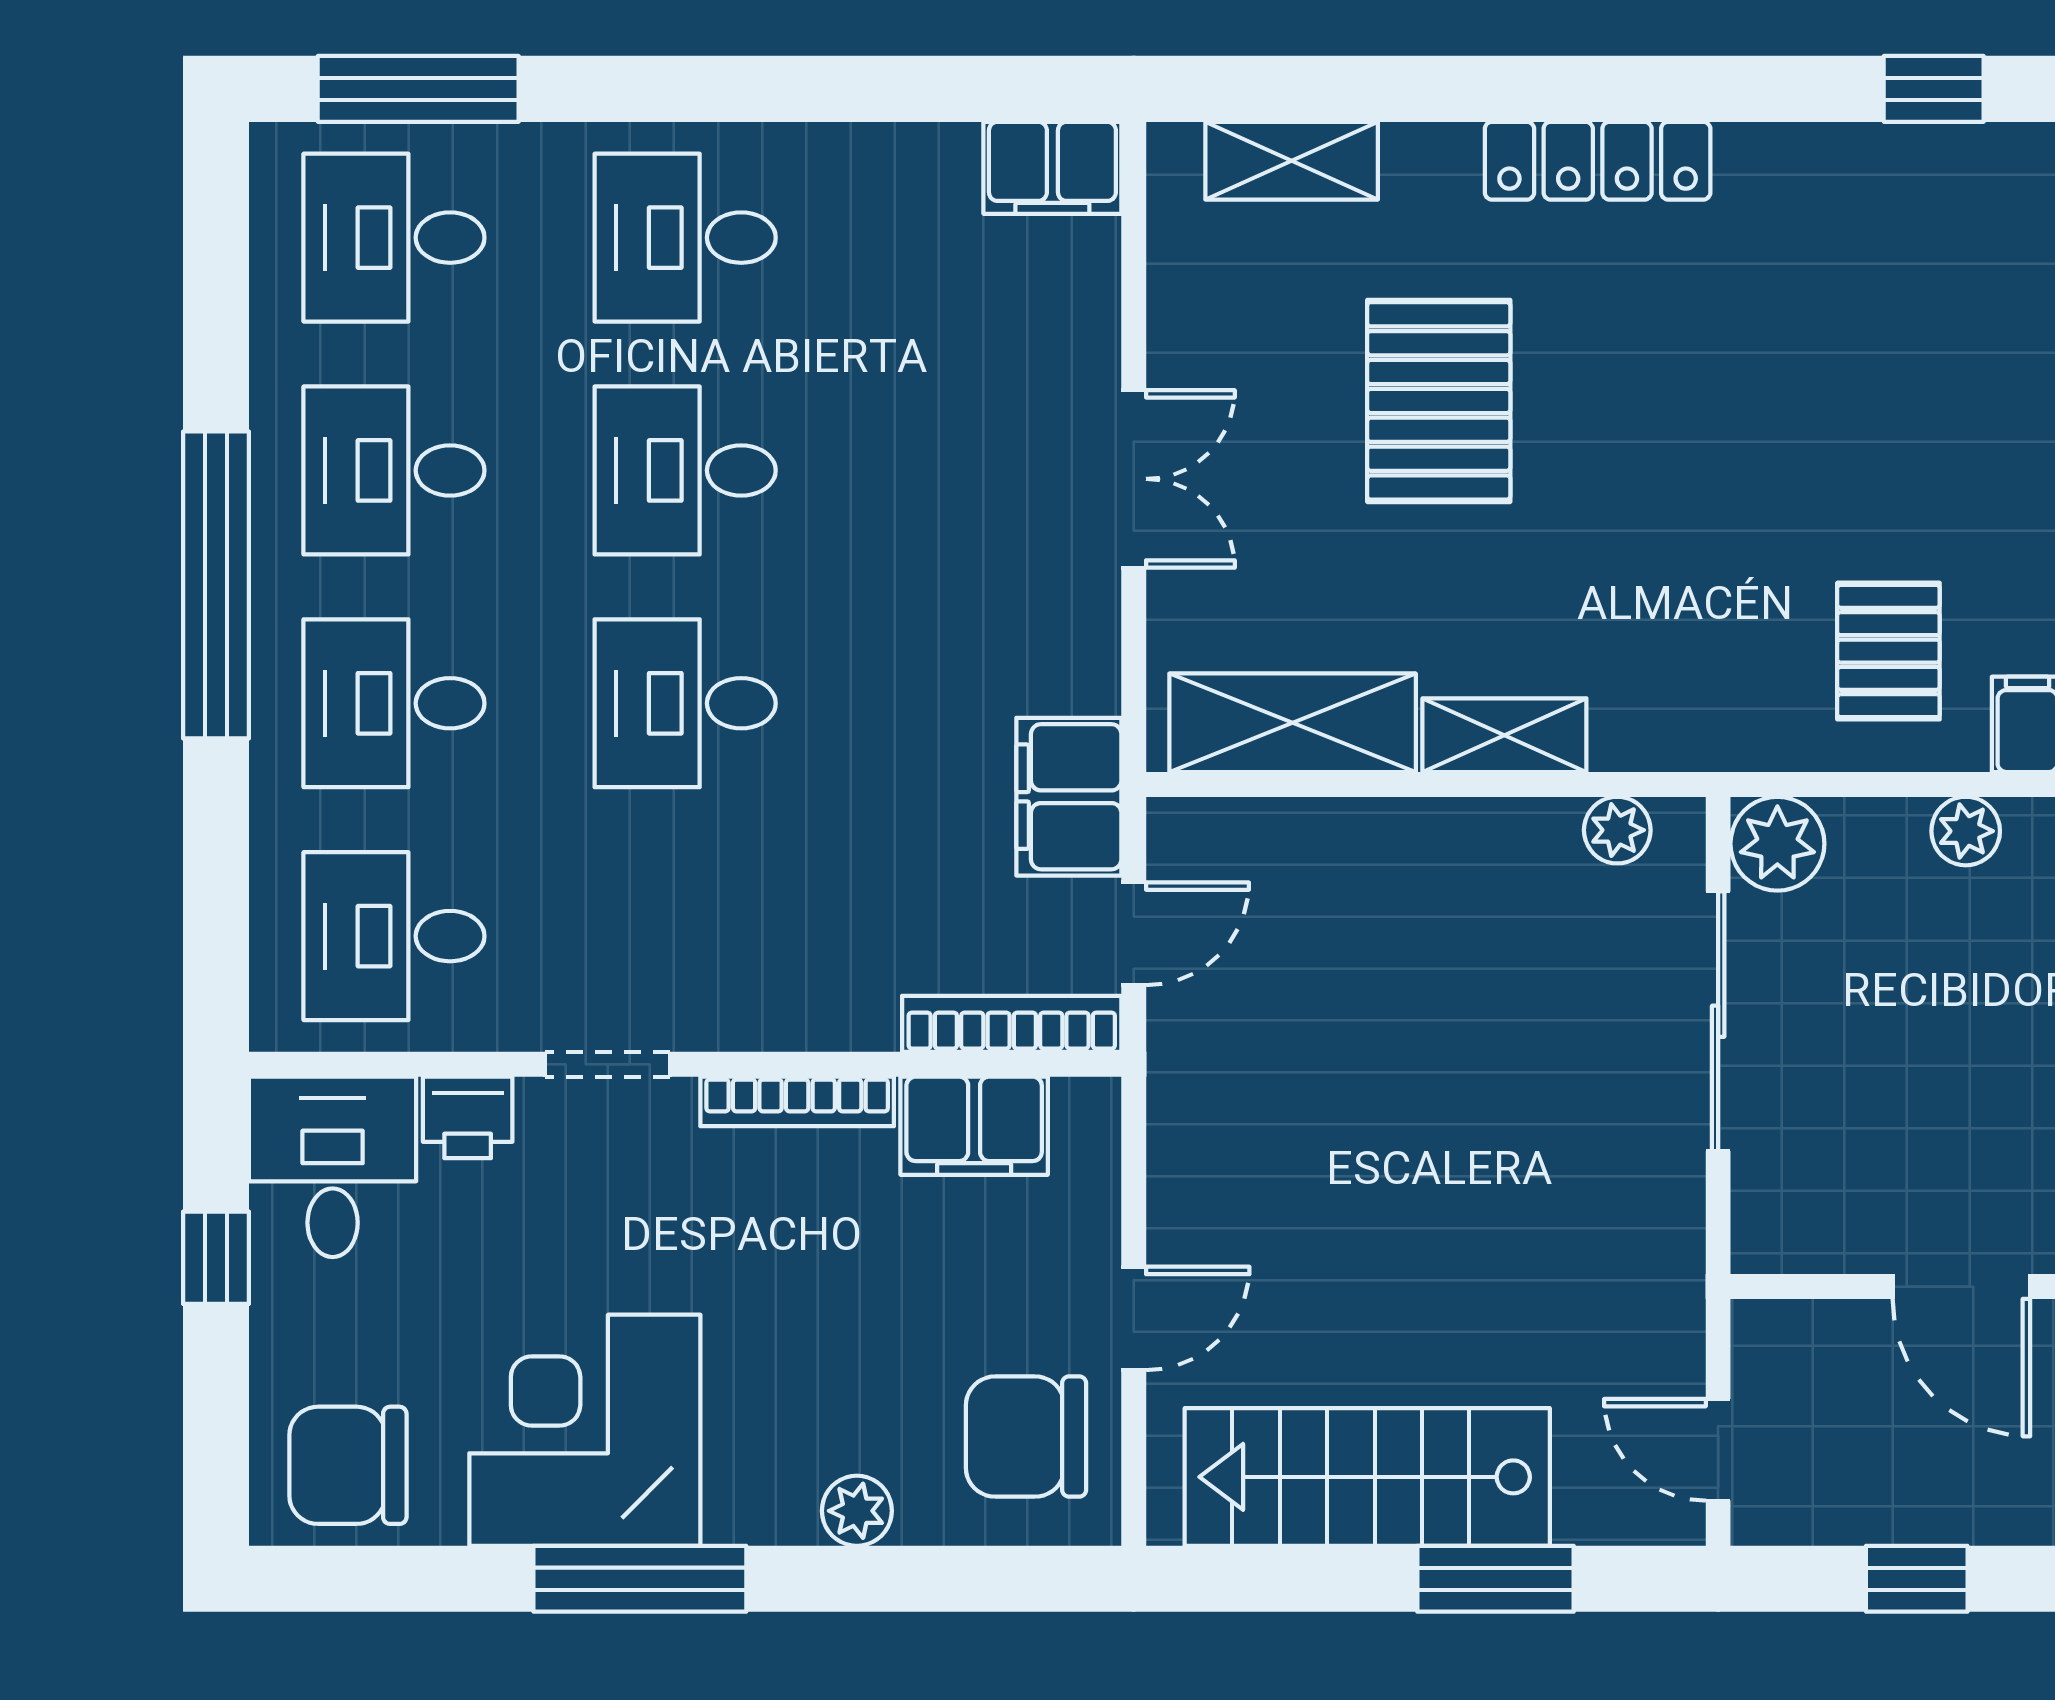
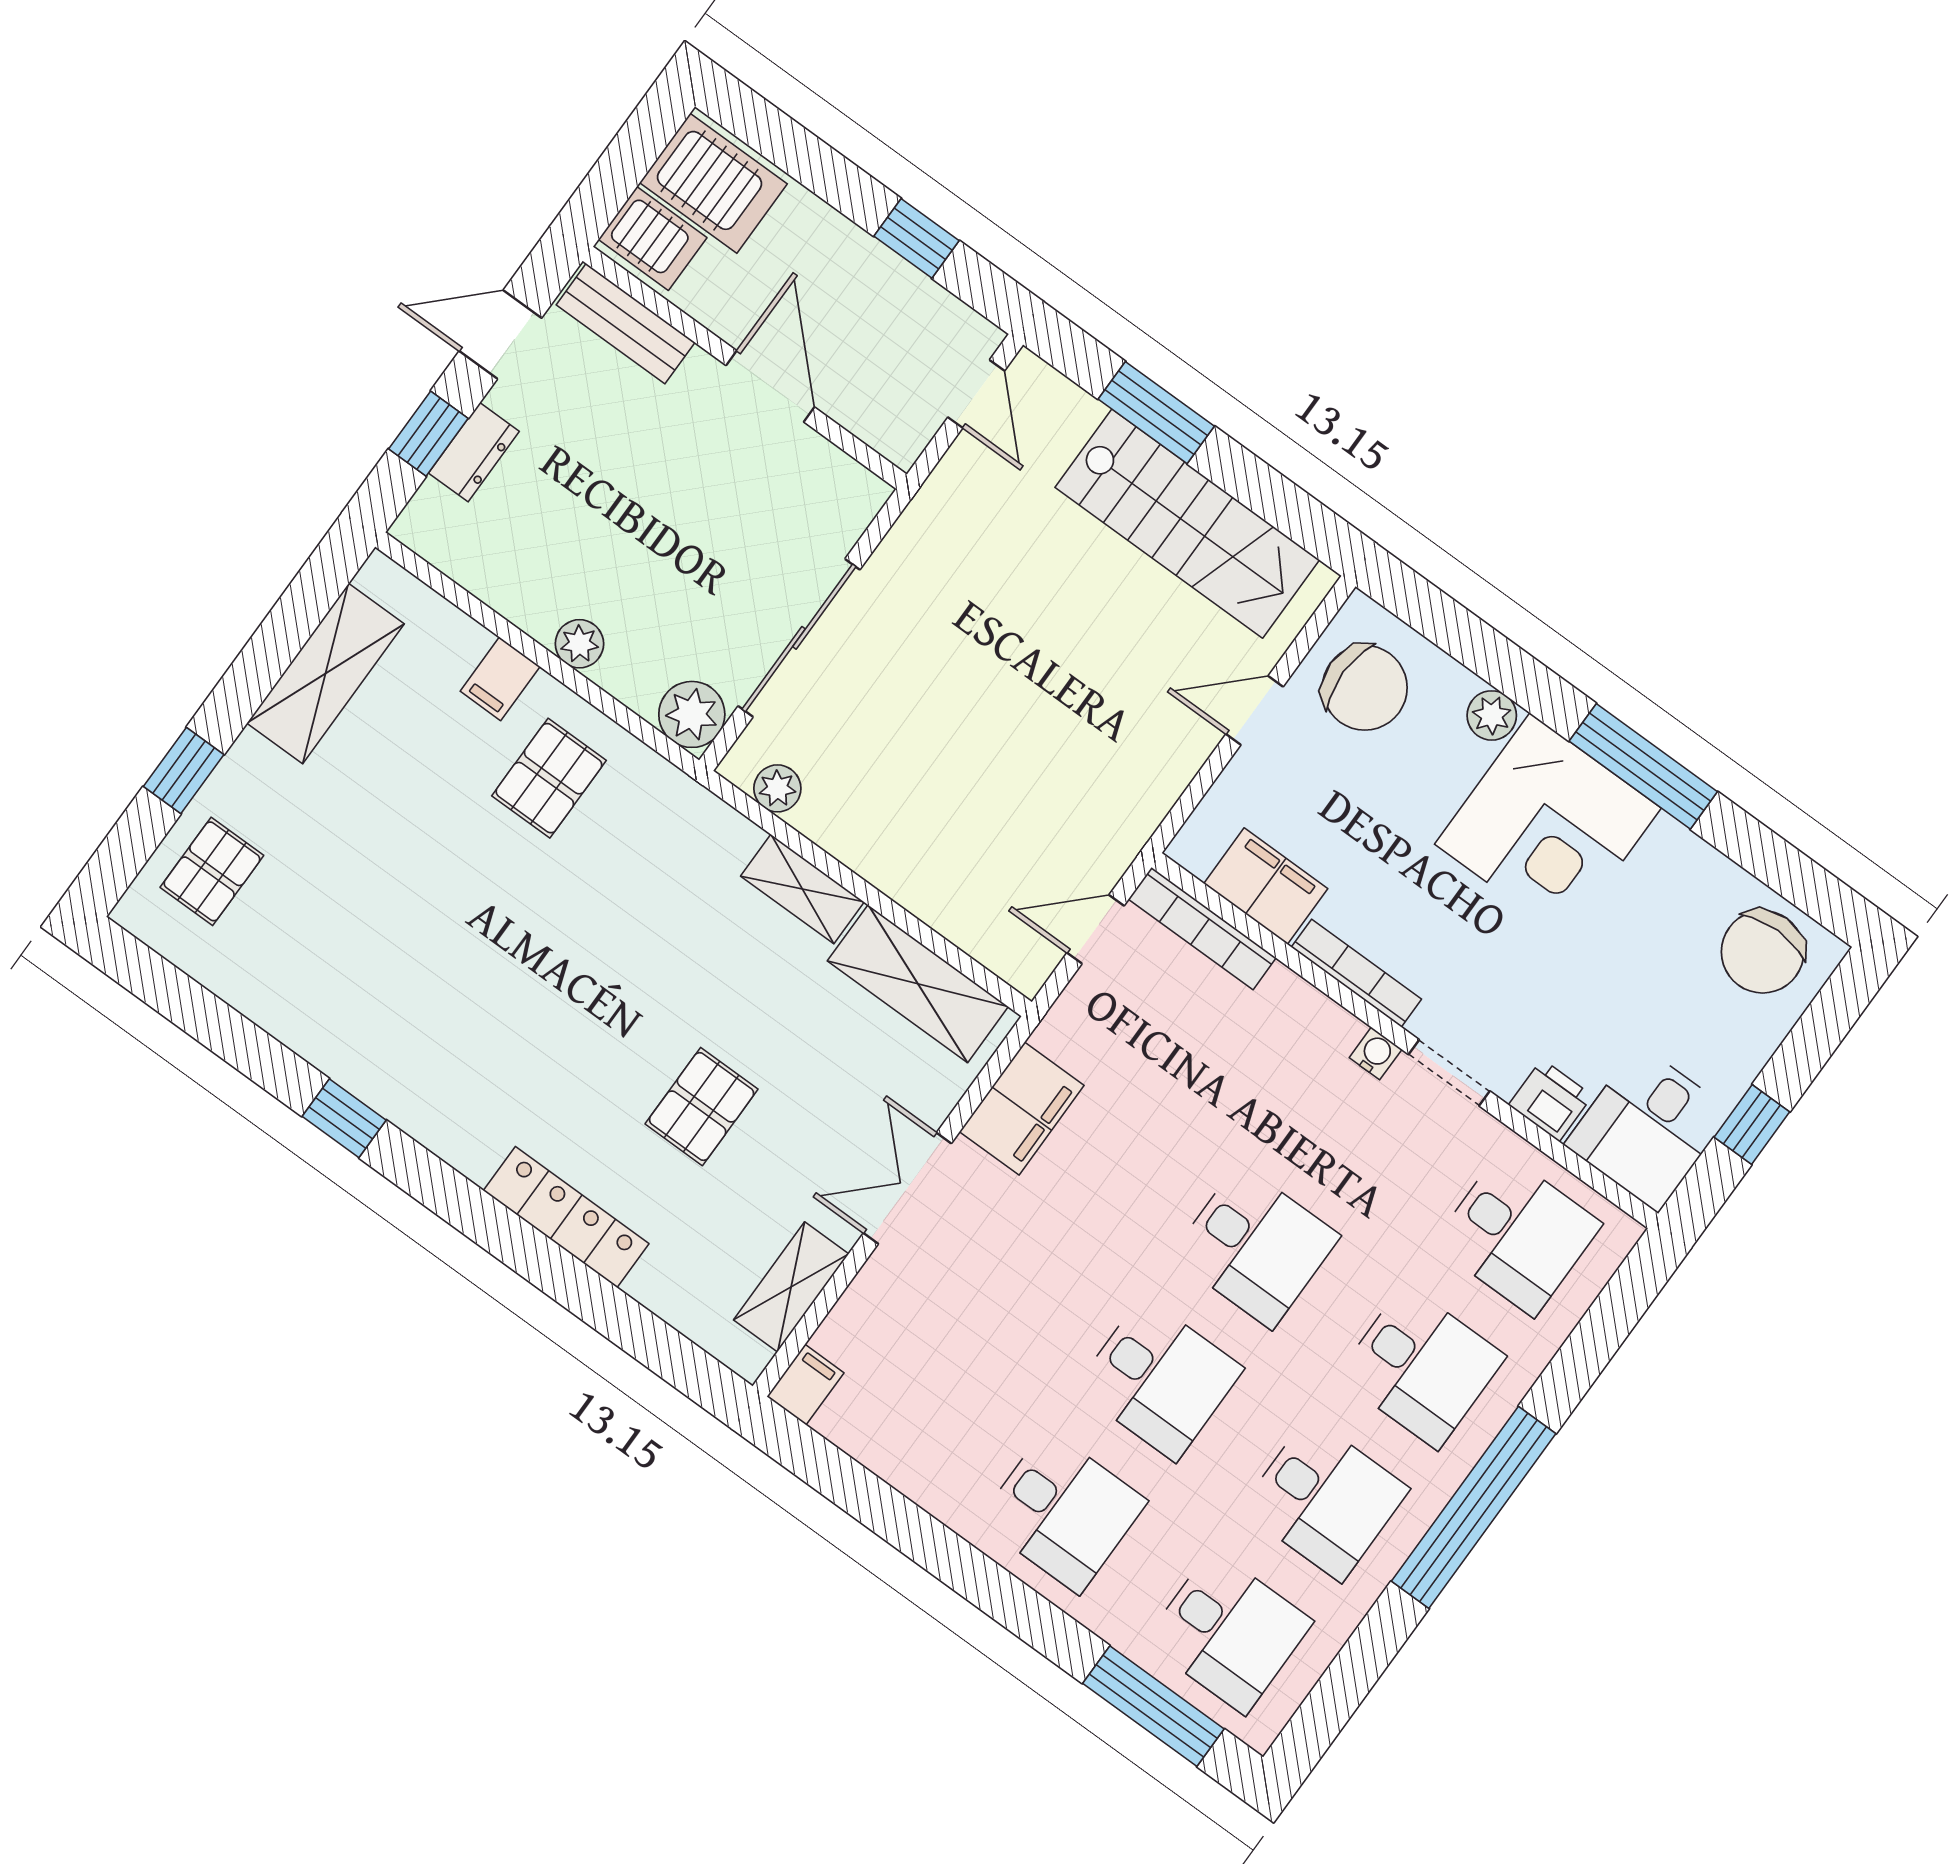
window: (1934, 89) -> (344, 1118), moved
shelving: (1292, 161) -> (791, 1287), moved, turned 90
locker: (1598, 161) -> (566, 1217), moved
filing cabinet: (1052, 168) -> (805, 1385), width x0.50
pallet: (1439, 401) -> (702, 1107), width x0.67, depth x0.71
filing cabinet: (1069, 797) -> (1022, 1109), moved
water cooler: (708, 1025) -> (1376, 1053), added
corner desk: (585, 1430) -> (1548, 826), moved
chair: (348, 1465) -> (1763, 952), turned 90

